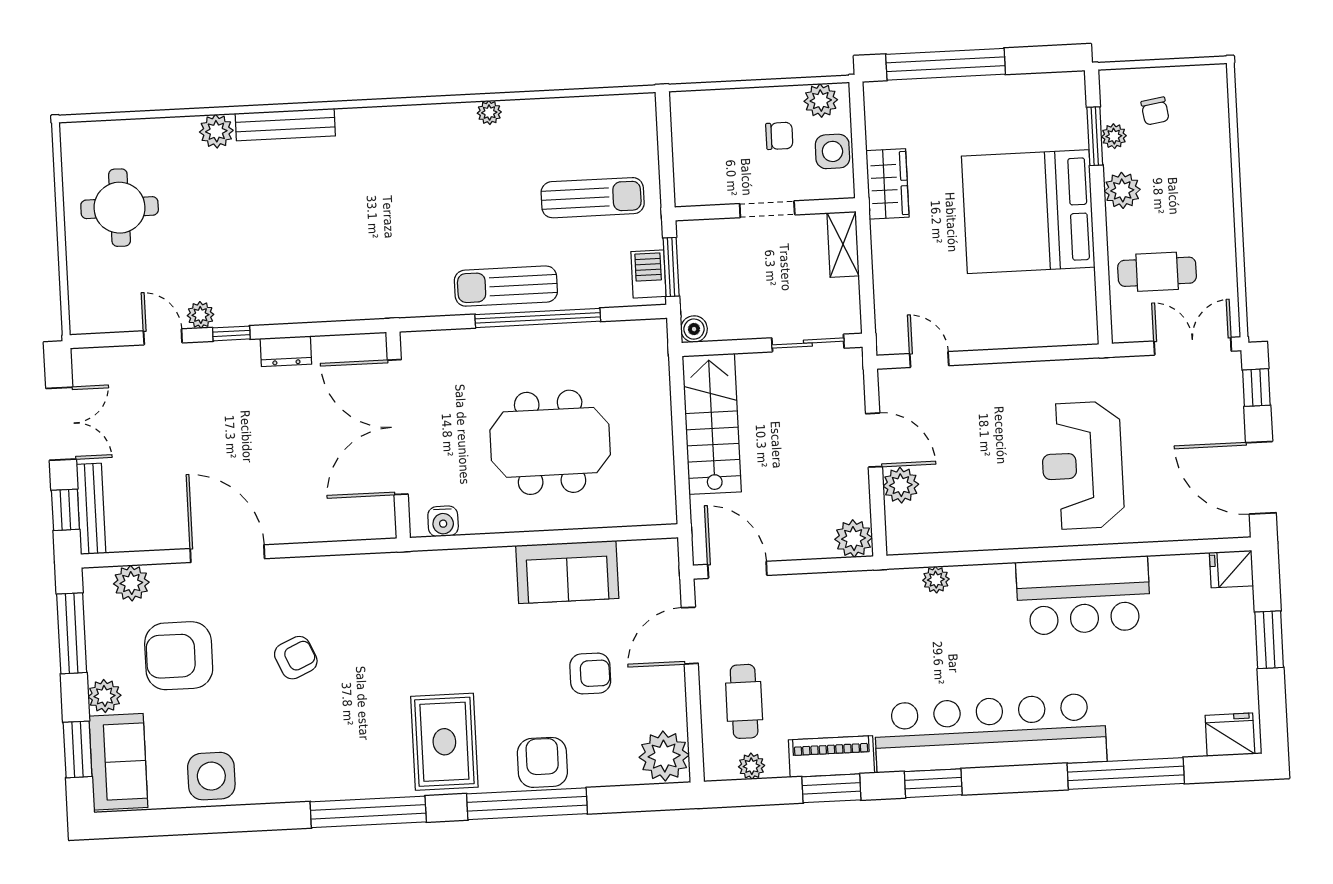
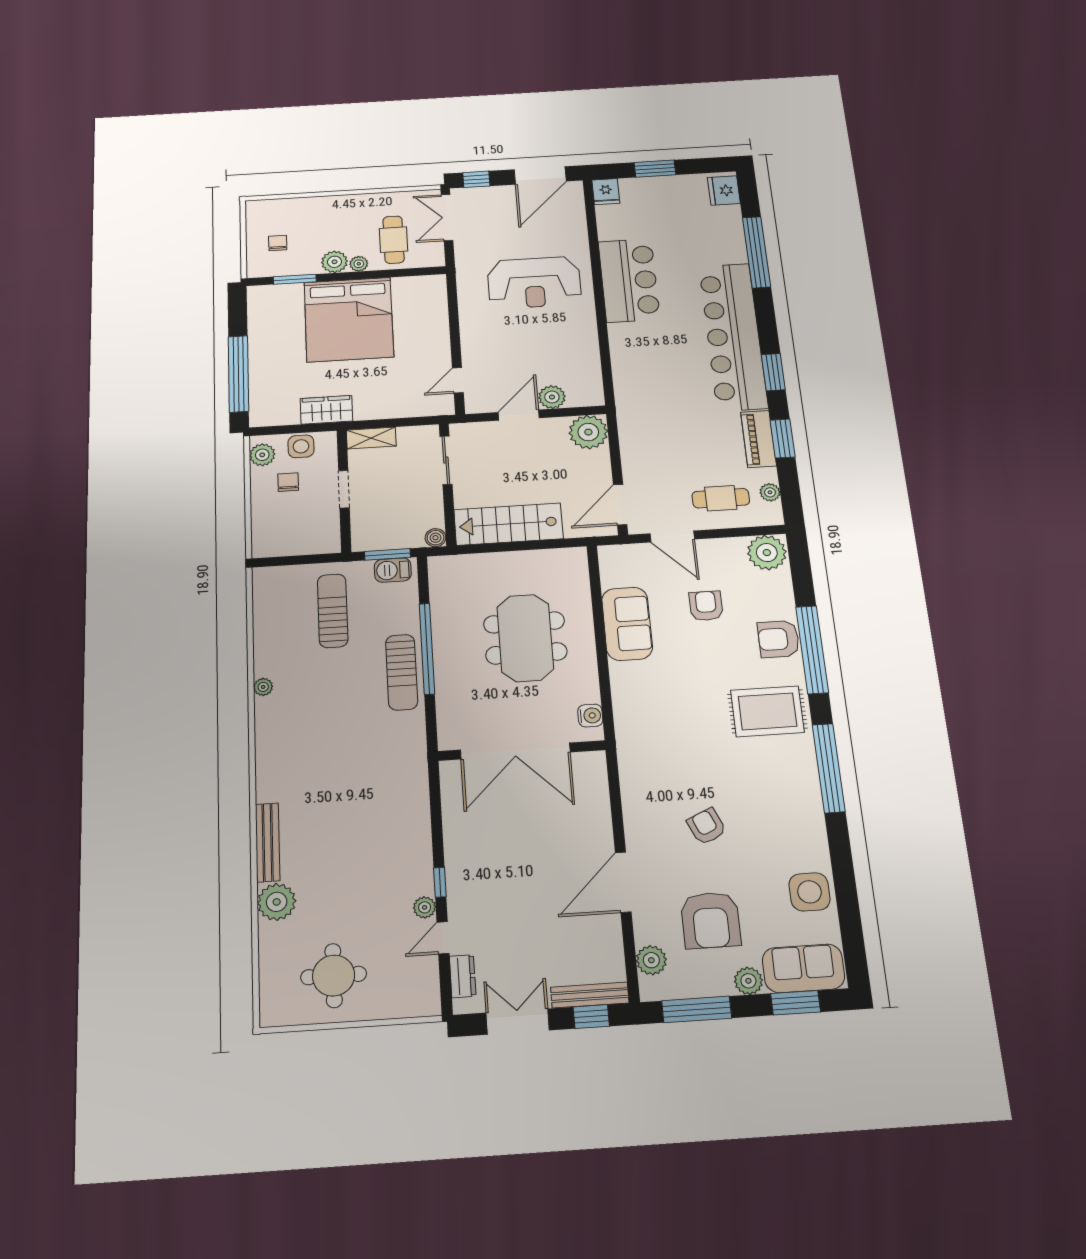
chair: (1155, 111) -> (278, 243), turned -81
plant: (216, 131) -> (277, 902), width x1.36, depth x1.36
plant: (1114, 136) -> (359, 264), moved
dresser: (286, 351) -> (463, 976), moved
plant: (854, 539) -> (588, 432), width x1.36, depth x1.36
plant: (936, 580) -> (622, 373), removed

